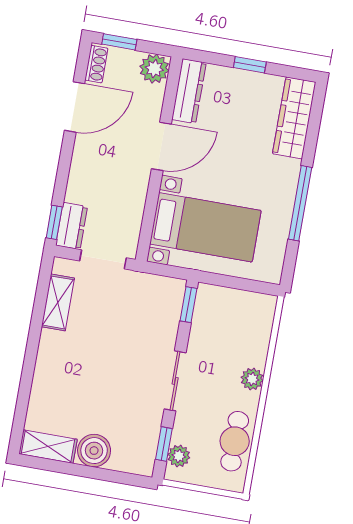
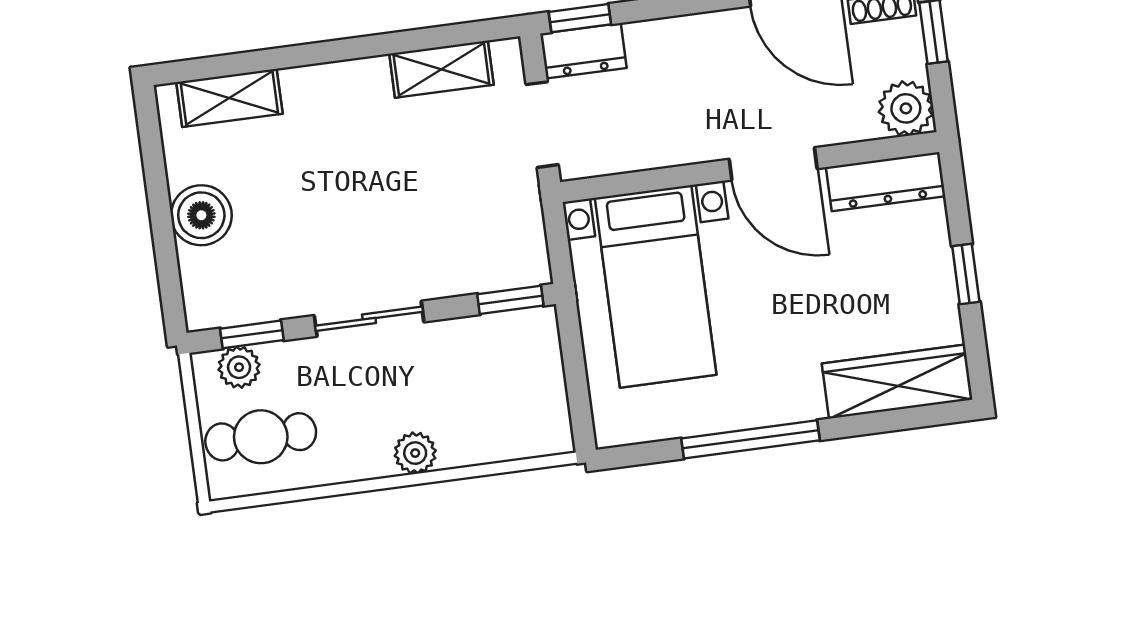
cafe table: (235, 441) -> (261, 437), moved
shelving: (48, 447) -> (229, 98), moved, turned 90

